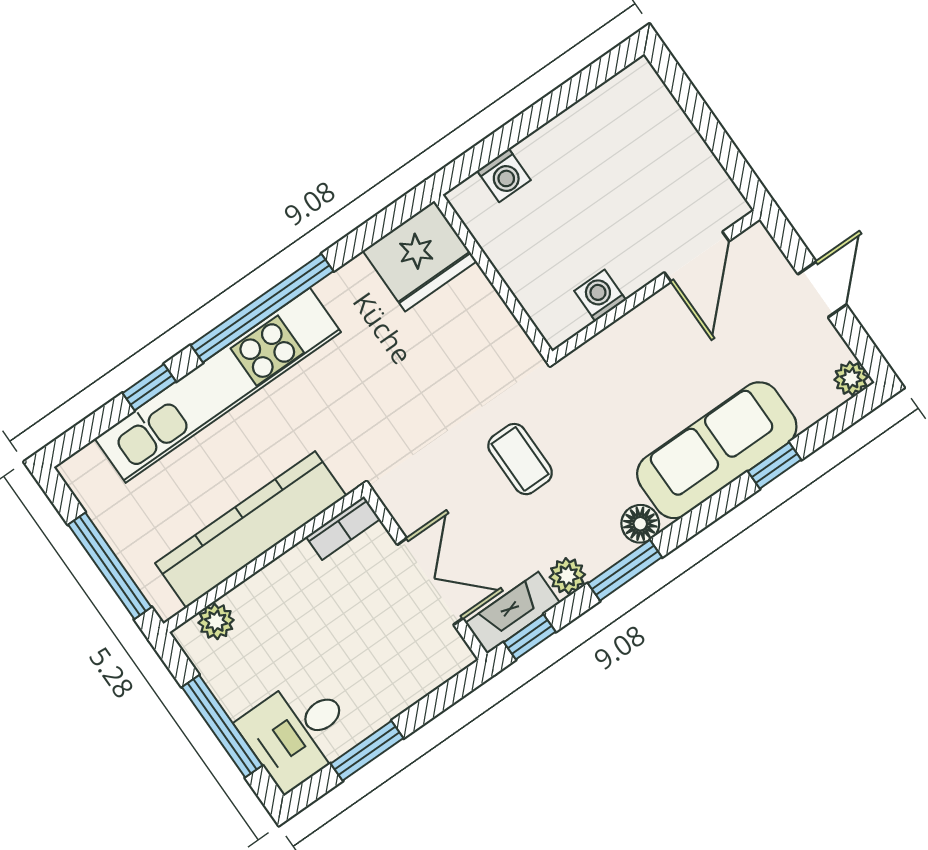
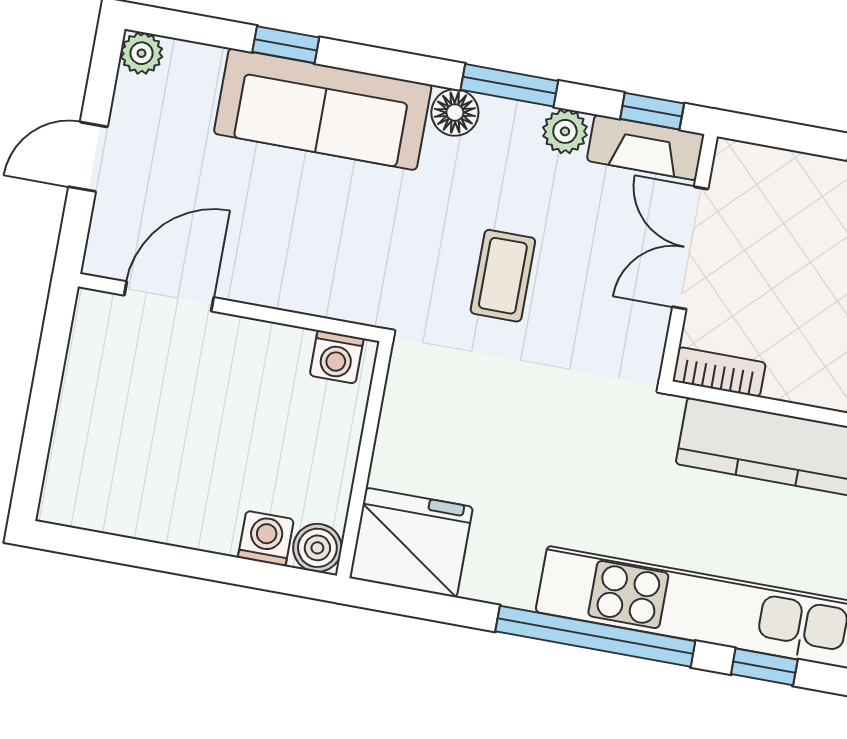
boiler: (469, 199) -> (317, 548), added
washing machine: (600, 295) -> (337, 357), moved

